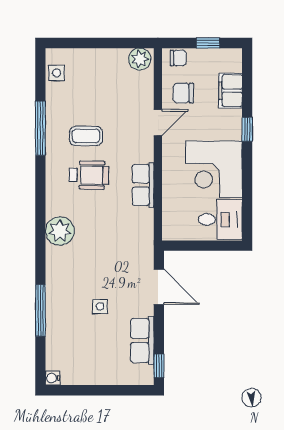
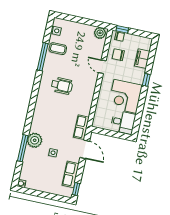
window: (208, 43) -> (122, 29), moved
door: (158, 123) -> (102, 67), swing flipped
coffee table: (86, 136) -> (58, 49), moved
row of seats: (143, 185) -> (81, 127), moved
plant: (60, 231) -> (35, 140), moved

